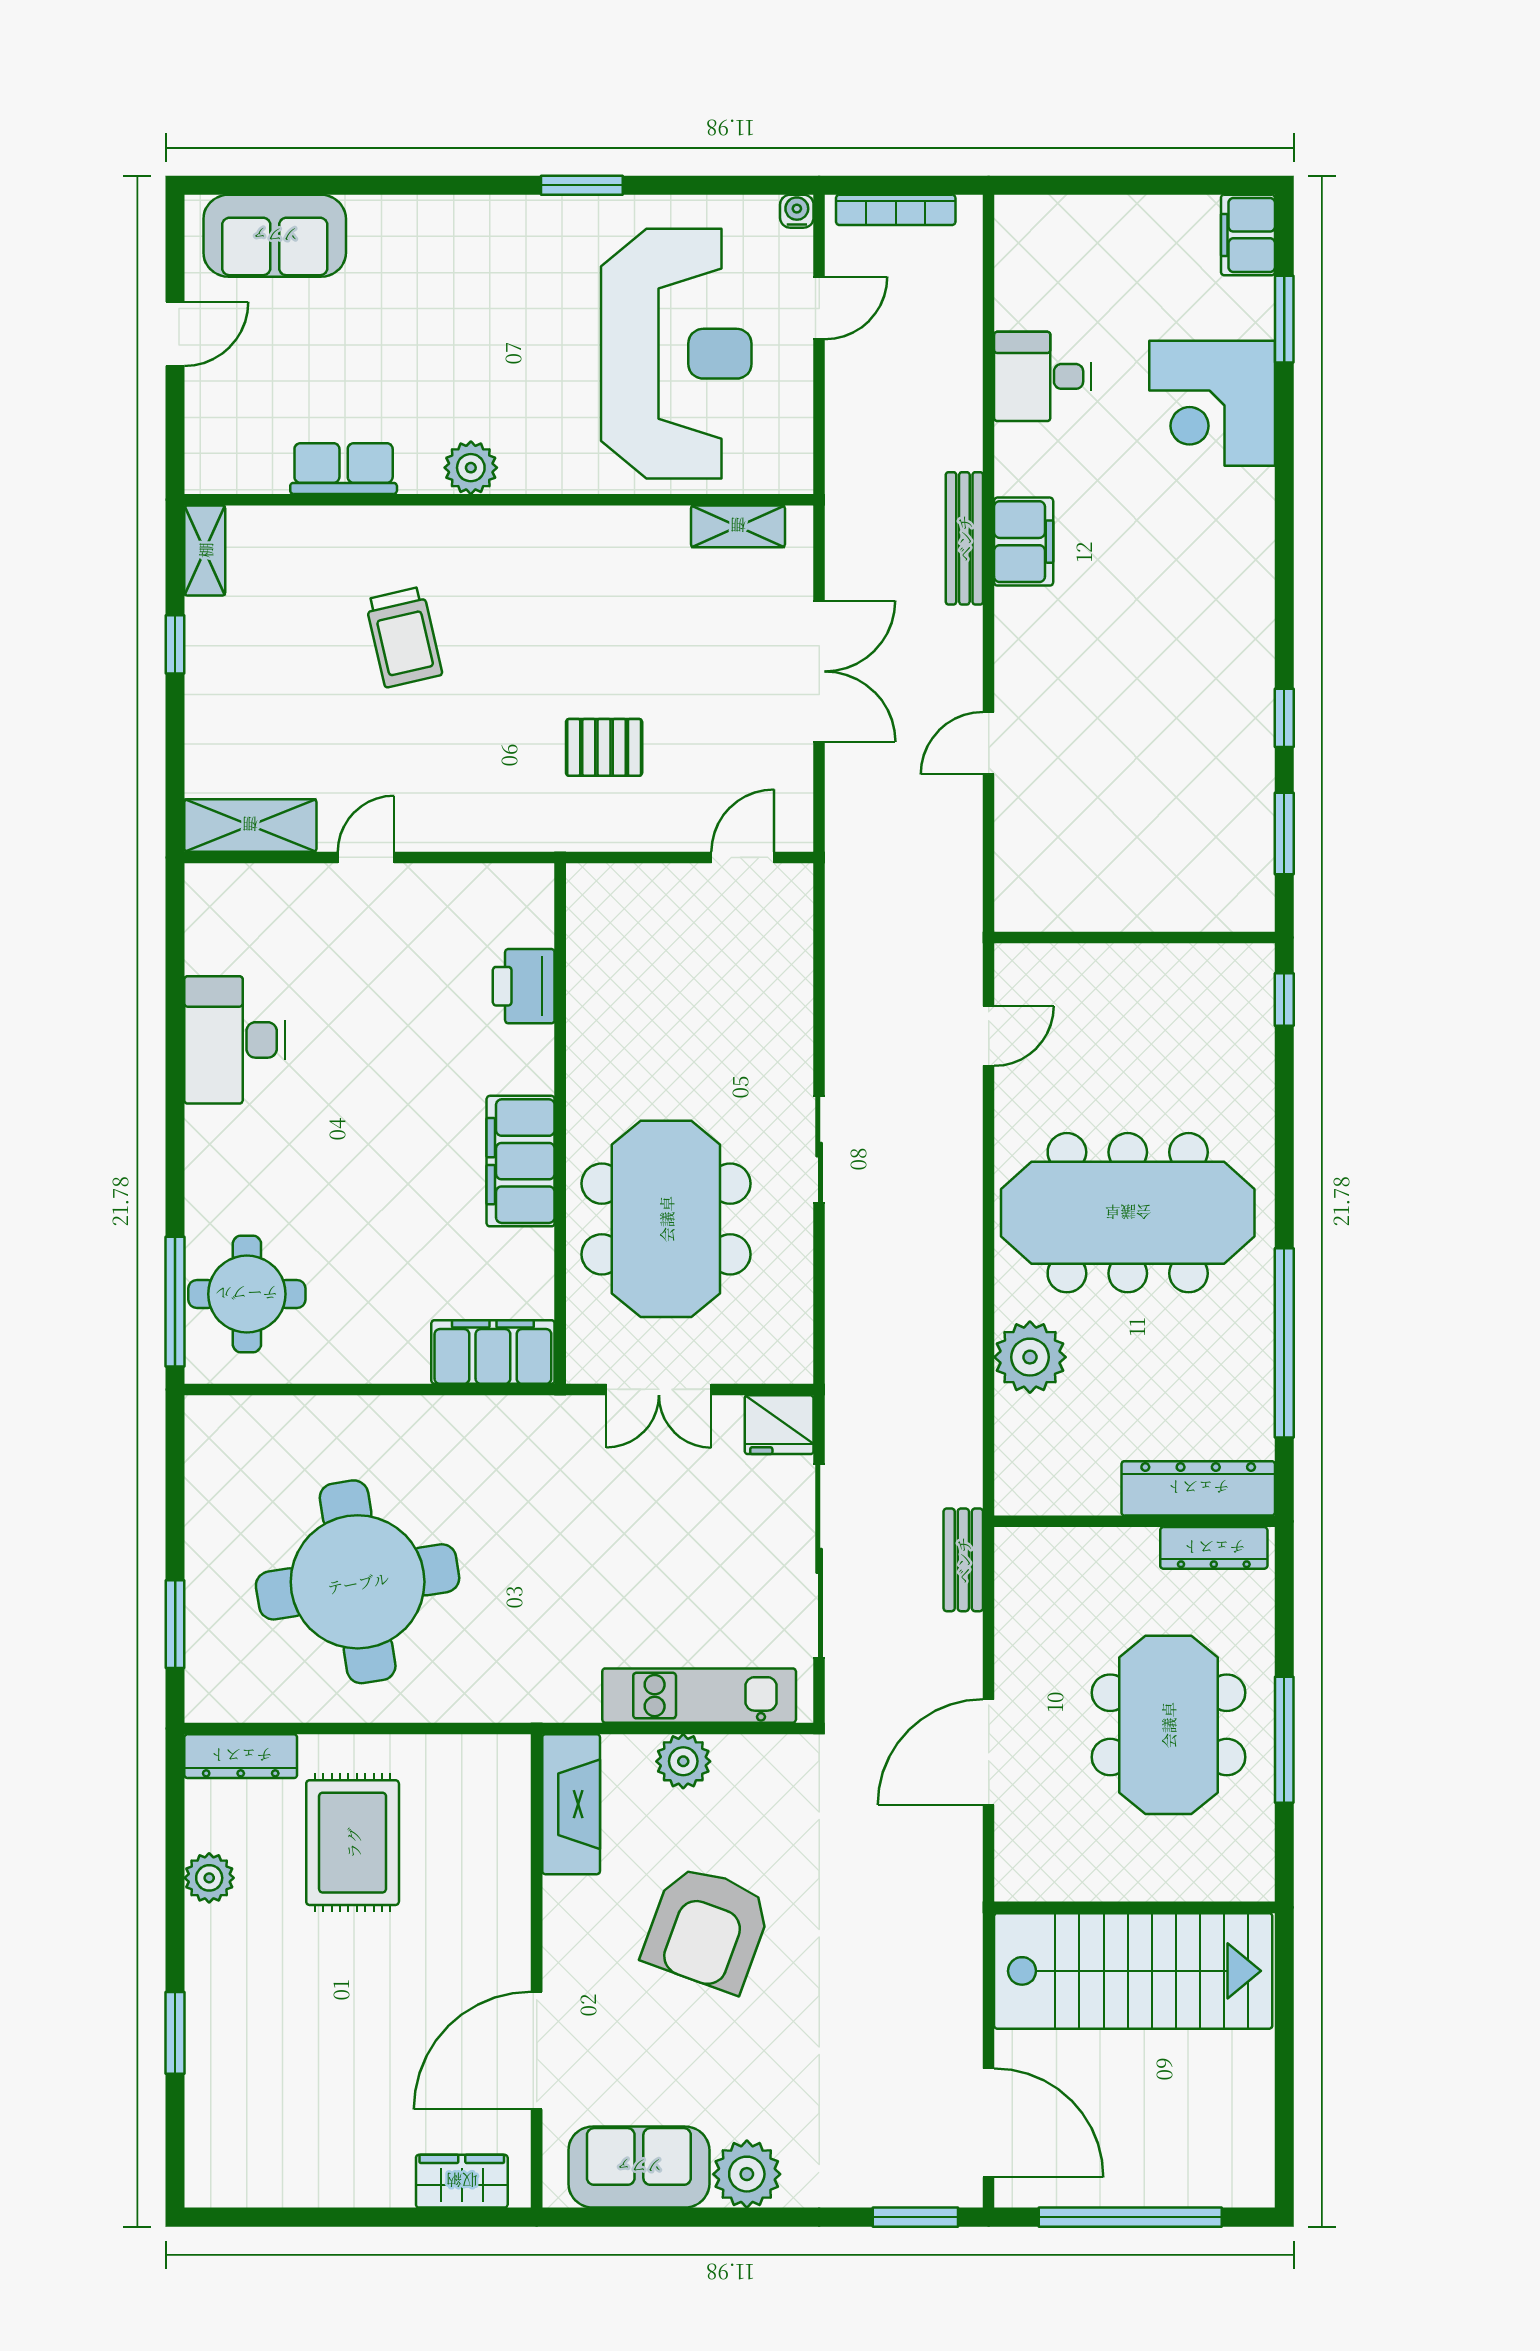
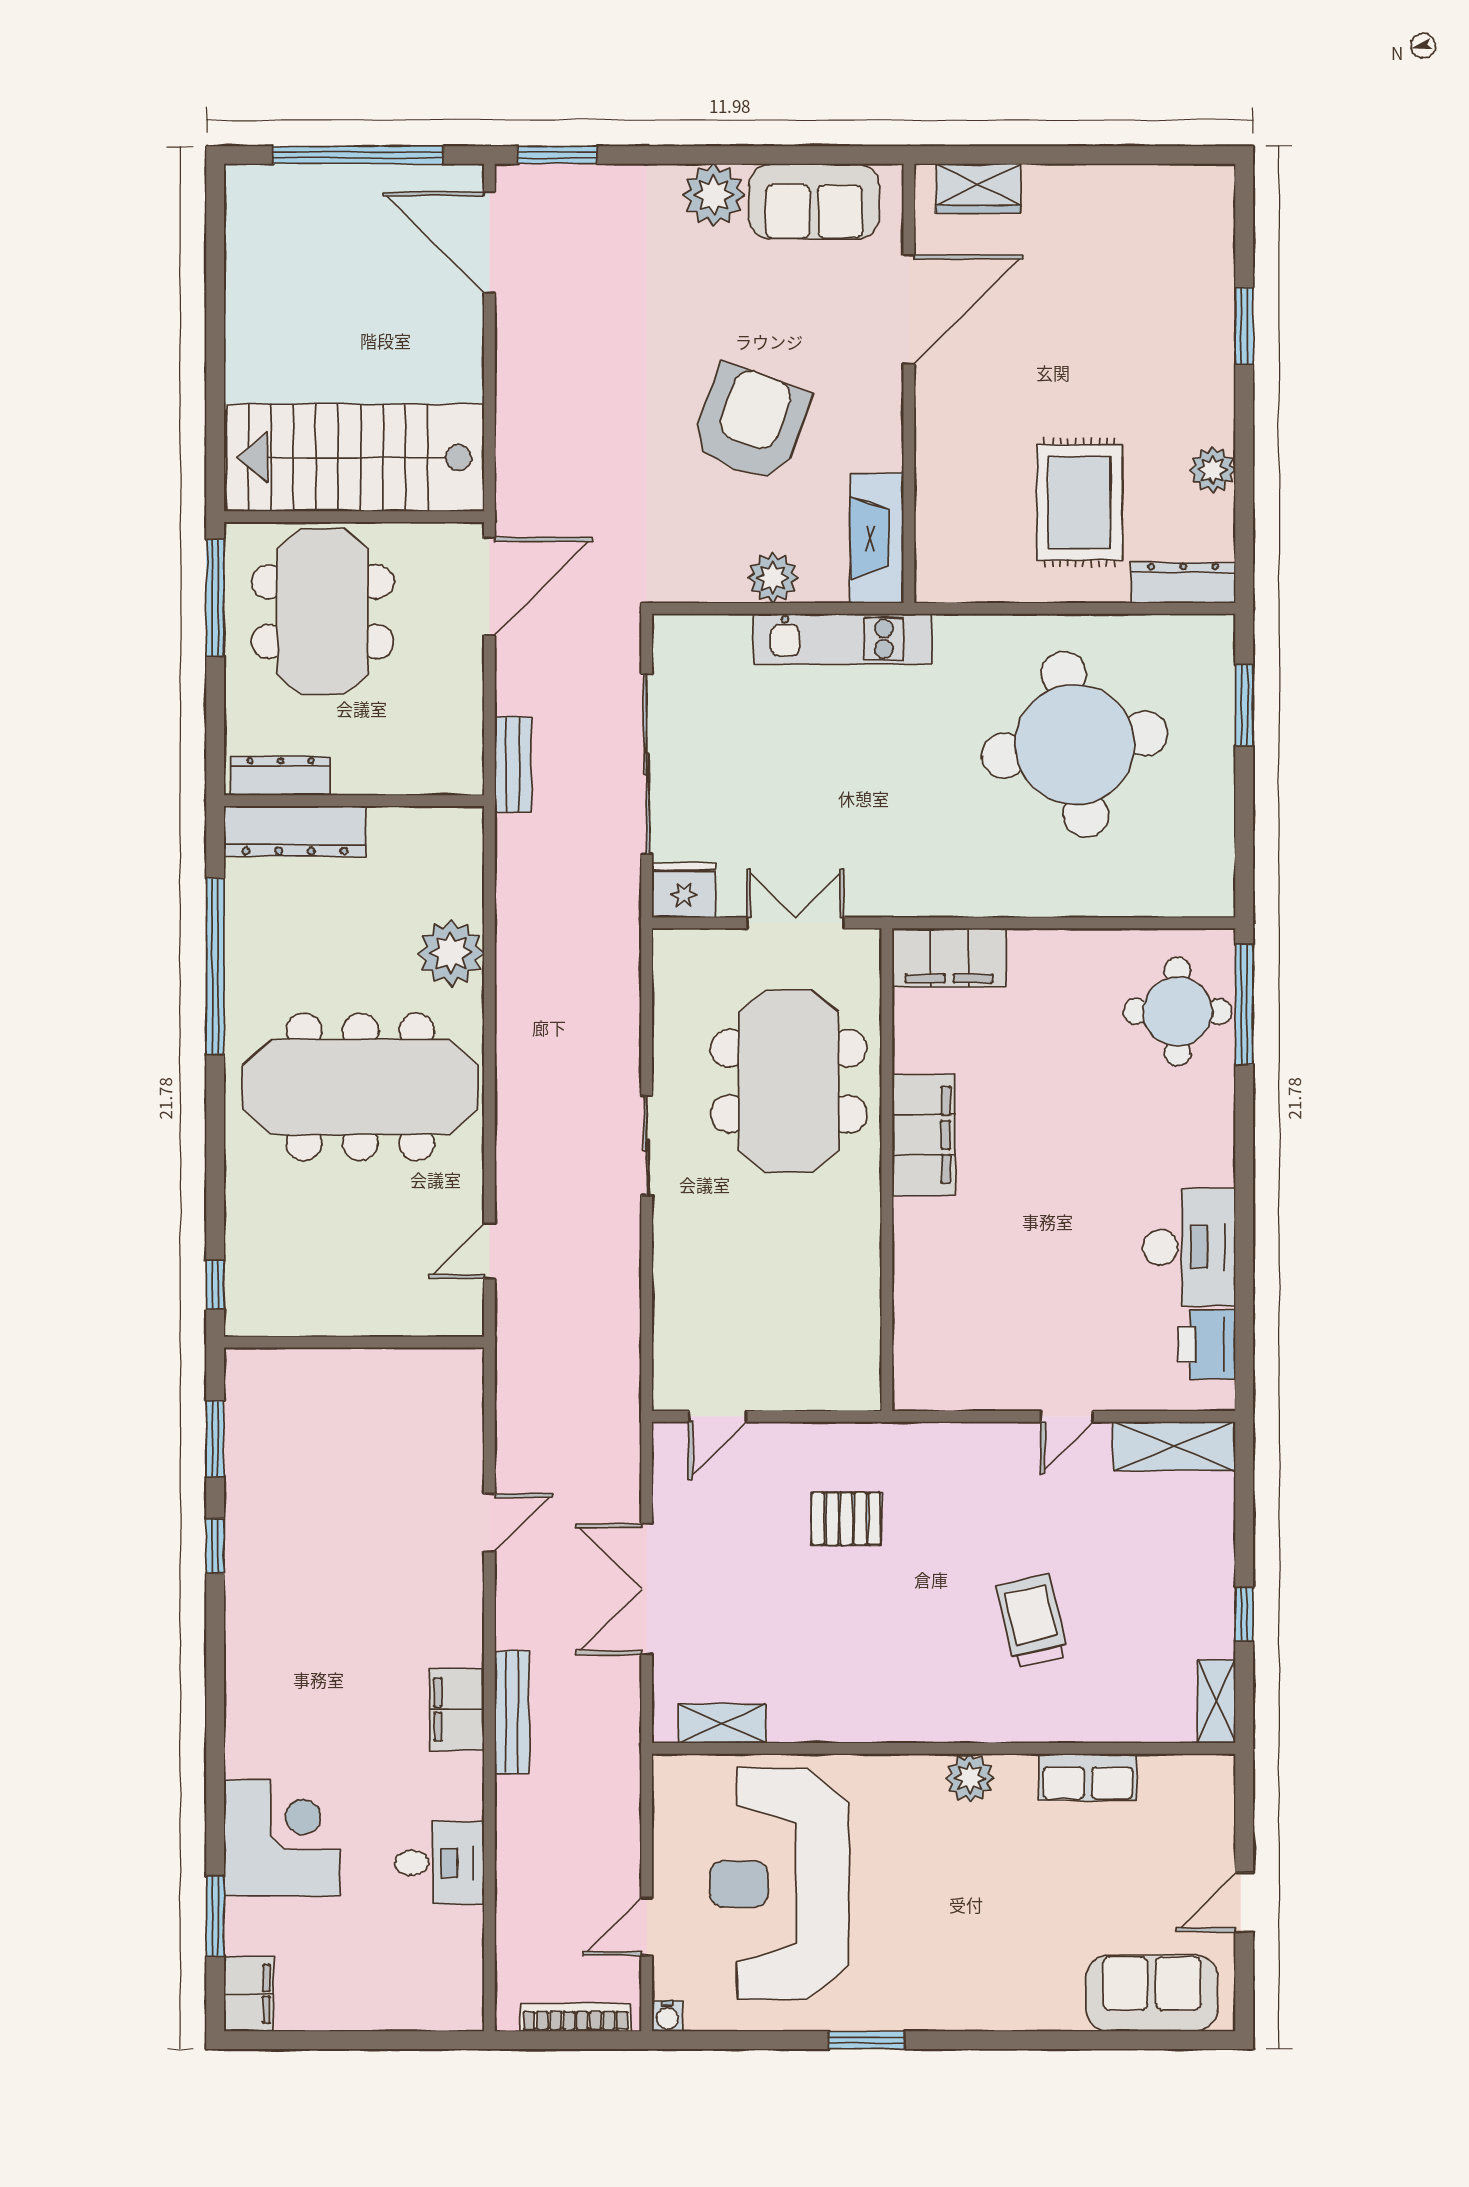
printer: (524, 986) -> (1207, 1344), moved, turned 180
kitchen unit: (699, 1696) -> (843, 639), moved
wall: (1135, 1907) -> (354, 517), moved
stairs: (1133, 1971) -> (355, 458), moved

